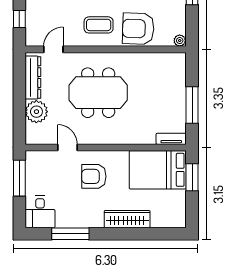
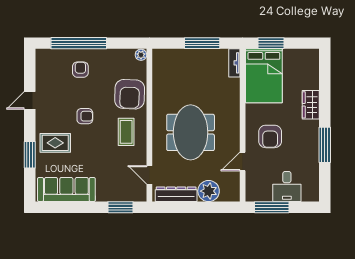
window: (19, 19) -> (120, 207), width x1.50
desk: (40, 212) -> (287, 187), moved, turned 90
wardrobe: (127, 219) -> (311, 105), width x0.67
window: (70, 234) -> (325, 145), moved

